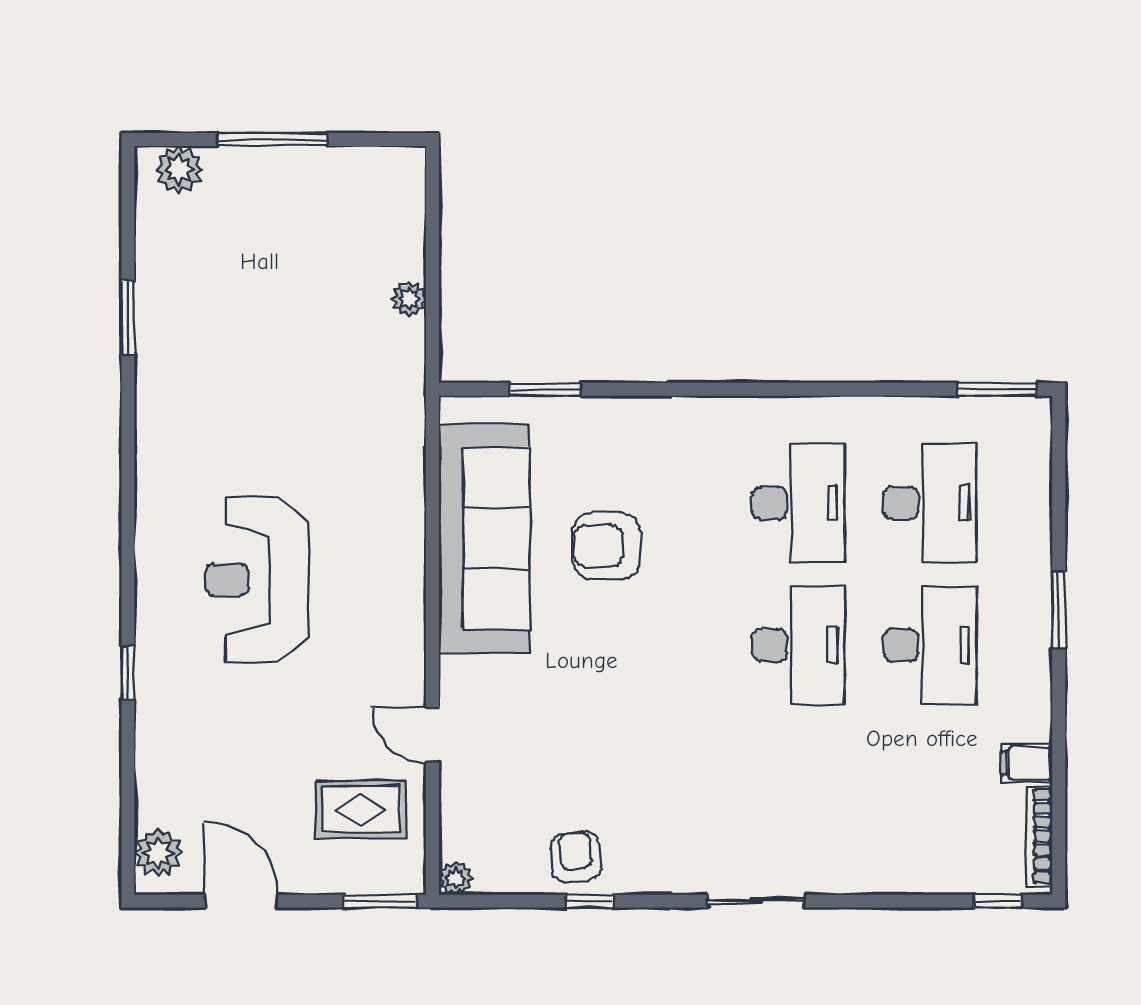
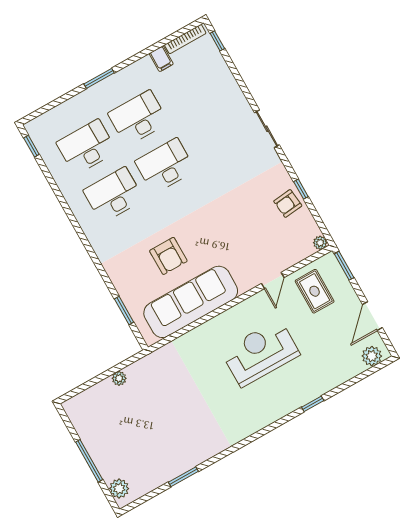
window: (997, 389) -> (31, 146), width x0.67
reception desk: (257, 580) -> (260, 353), moved, turned 180

